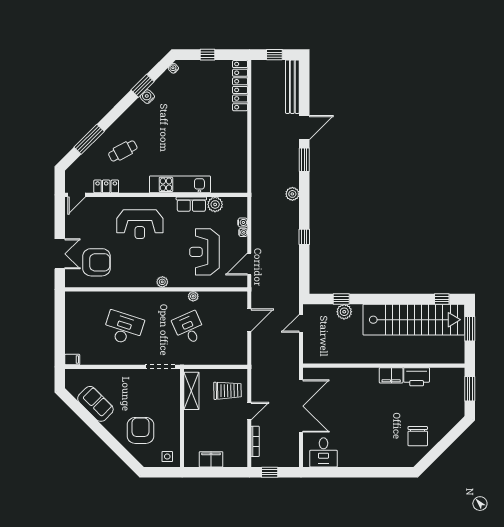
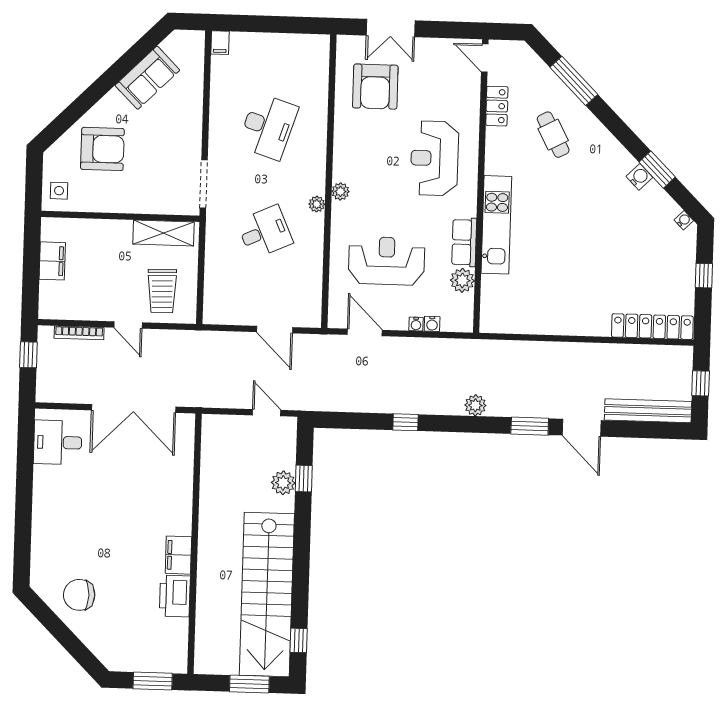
plant: (193, 296) -> (317, 204), moved

